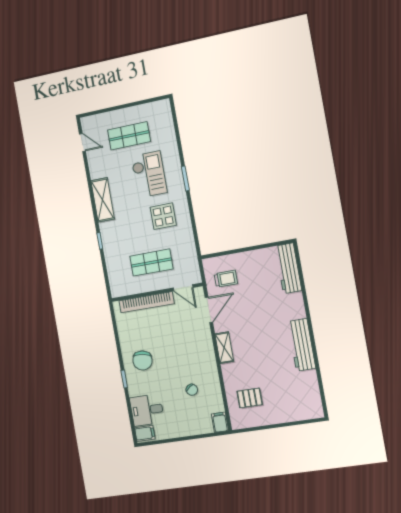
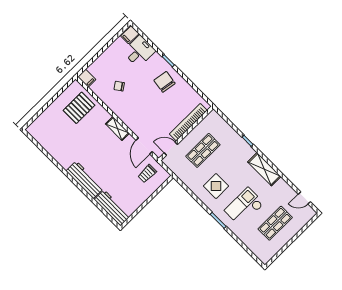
checkout: (149, 174) -> (244, 207), turned 90
workbench: (302, 345) -> (85, 180), moved
pallet: (250, 398) -> (79, 108), width x1.50, depth x1.42

